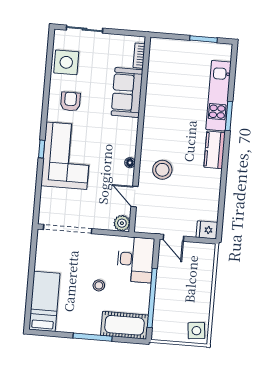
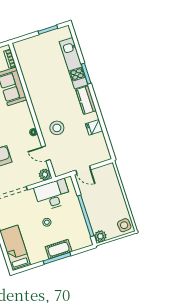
fridge: (207, 230) -> (94, 127), moved
desk: (135, 259) -> (53, 195), moved, turned -90
cot: (124, 325) -> (59, 249), moved, width x0.73, depth x0.75
plant: (160, 332) -> (100, 236), added

